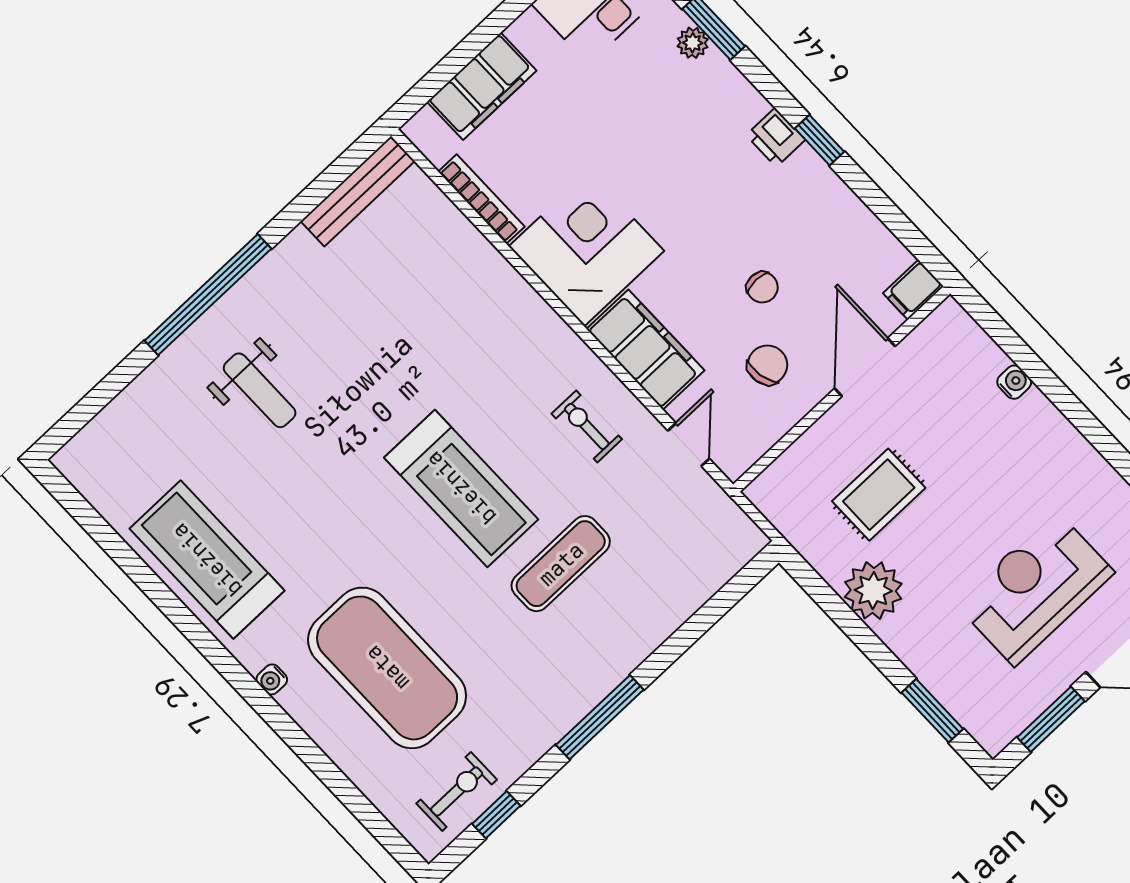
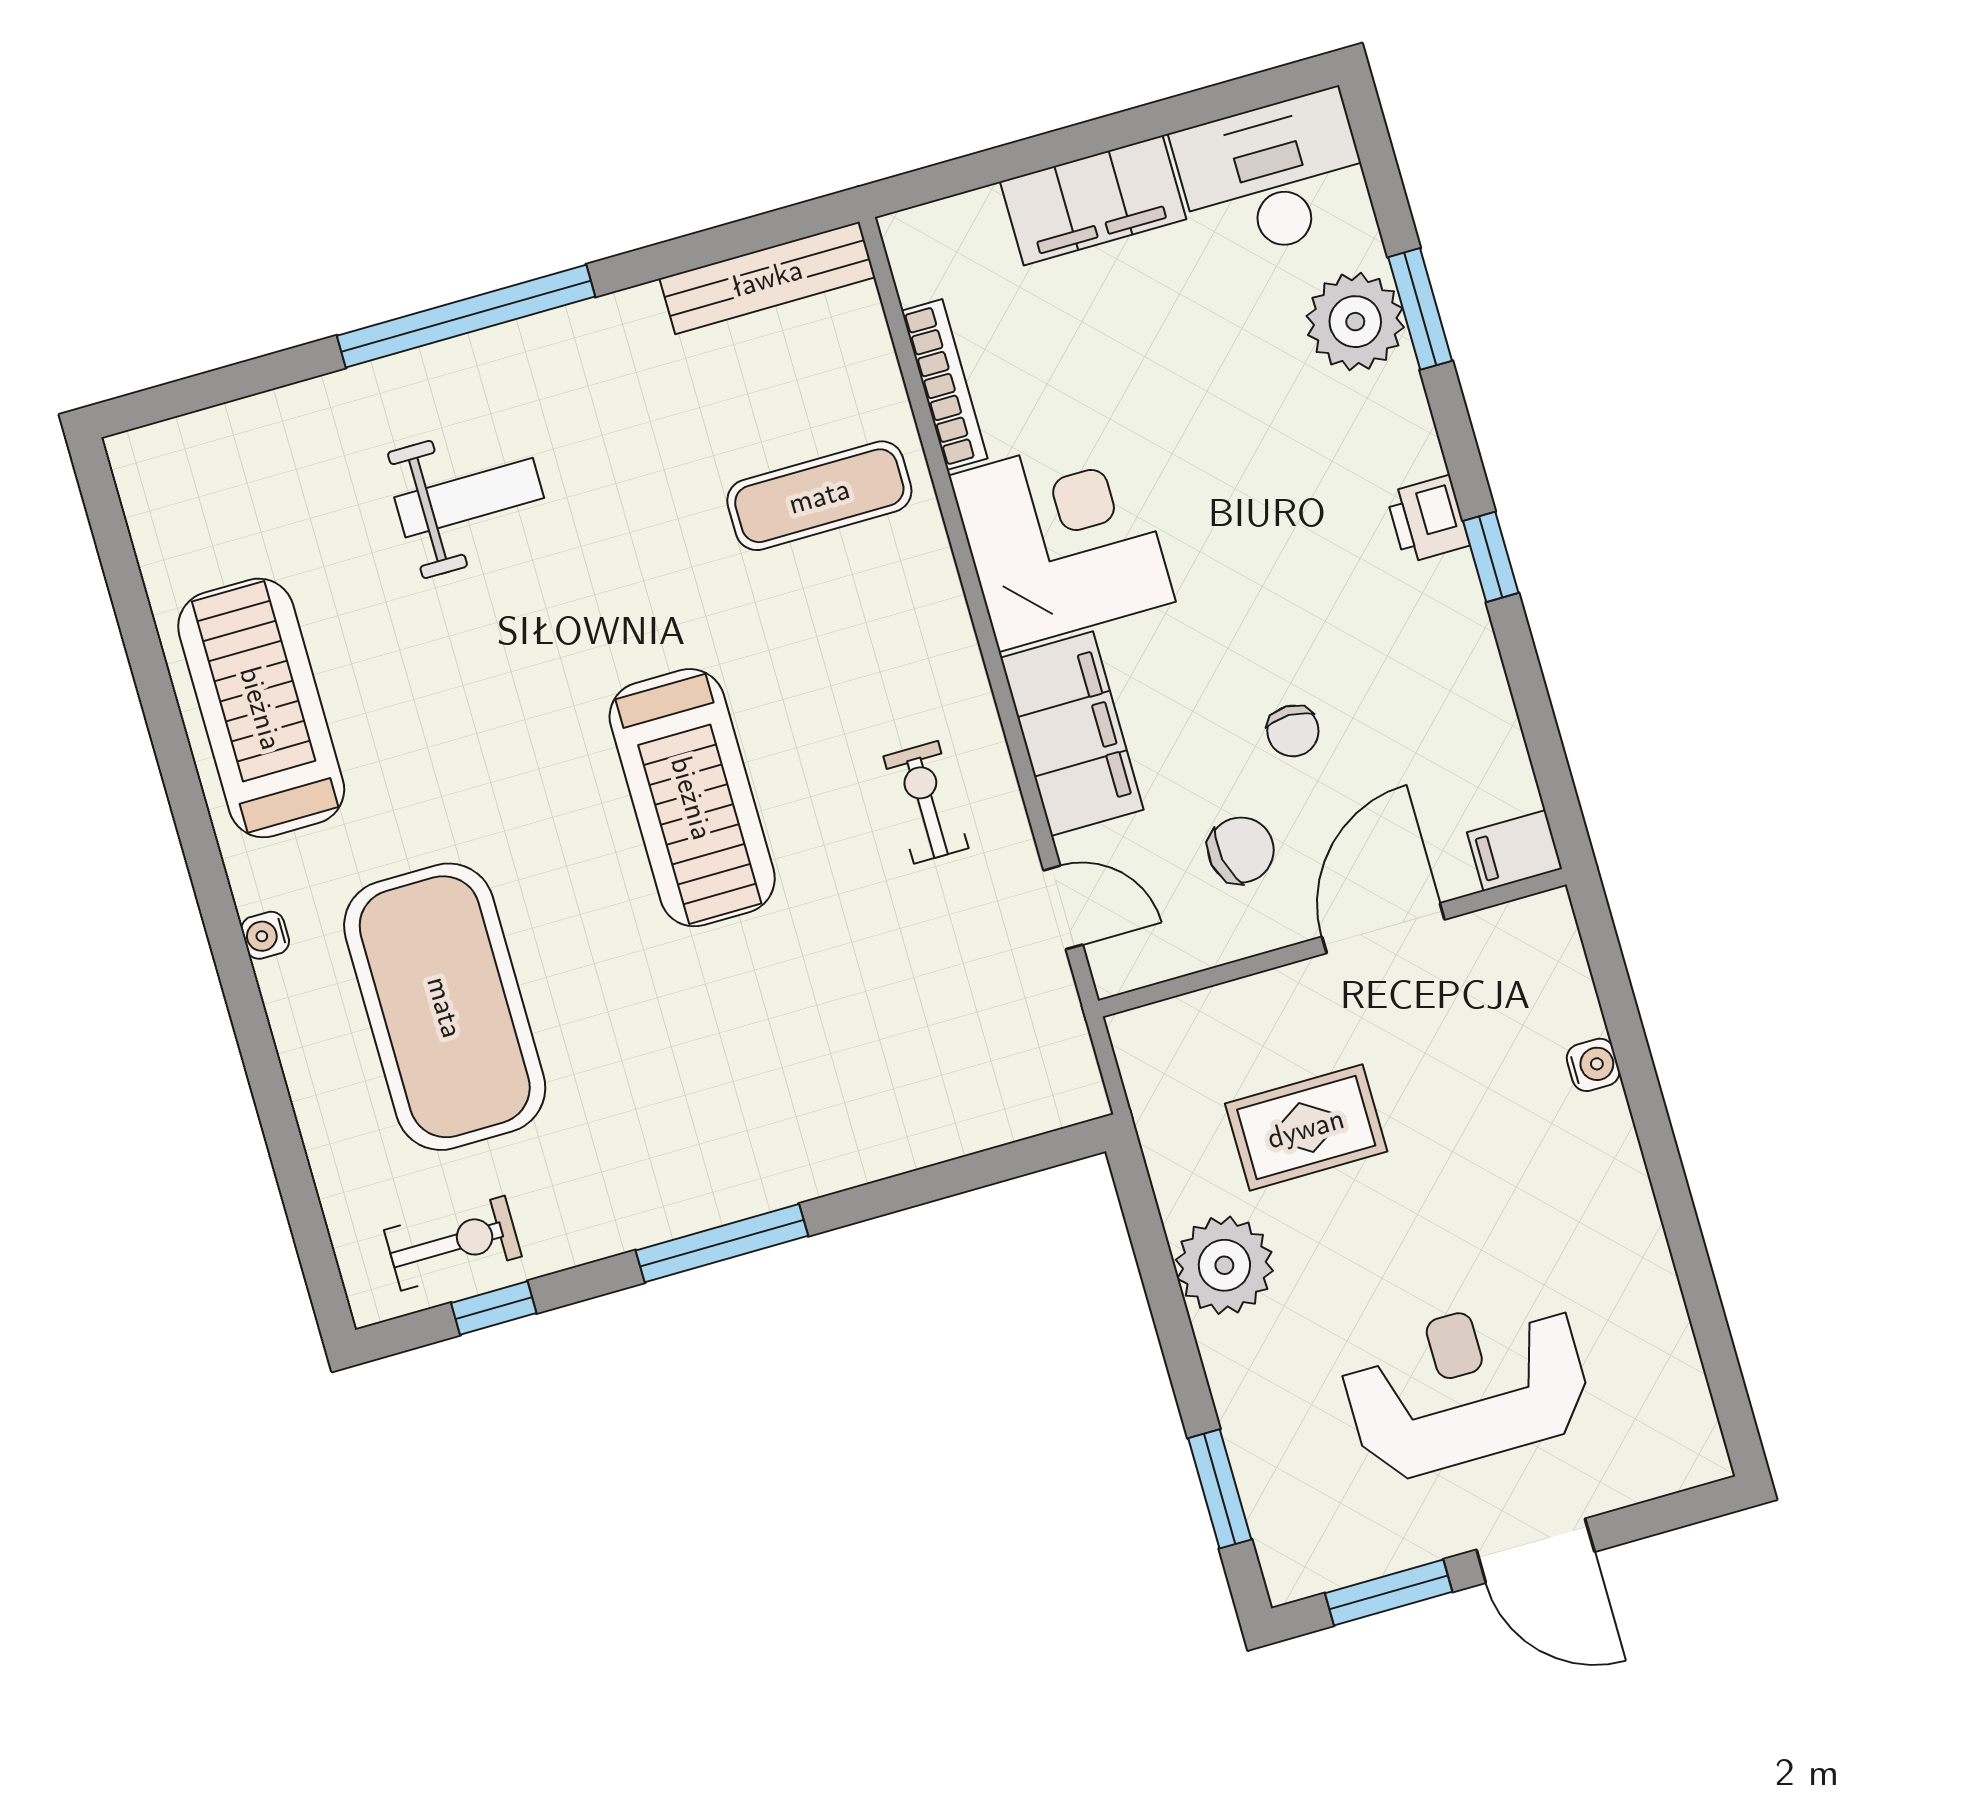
plant: (693, 43) -> (1355, 322), width x1.88, depth x1.88
filing cabinet: (482, 86) -> (1093, 200), moved
weight bench: (260, 390) -> (469, 498), turned -90
door: (689, 445) -> (1063, 907), hinge flipped
exercise mat: (561, 564) -> (819, 496), moved

